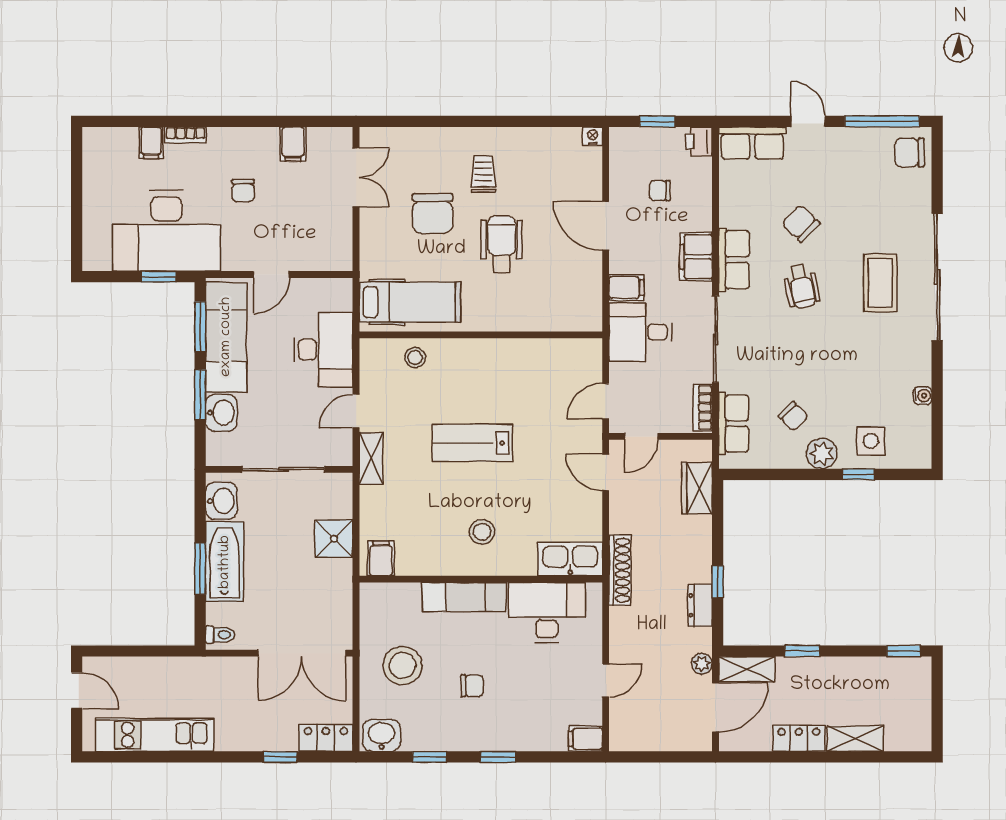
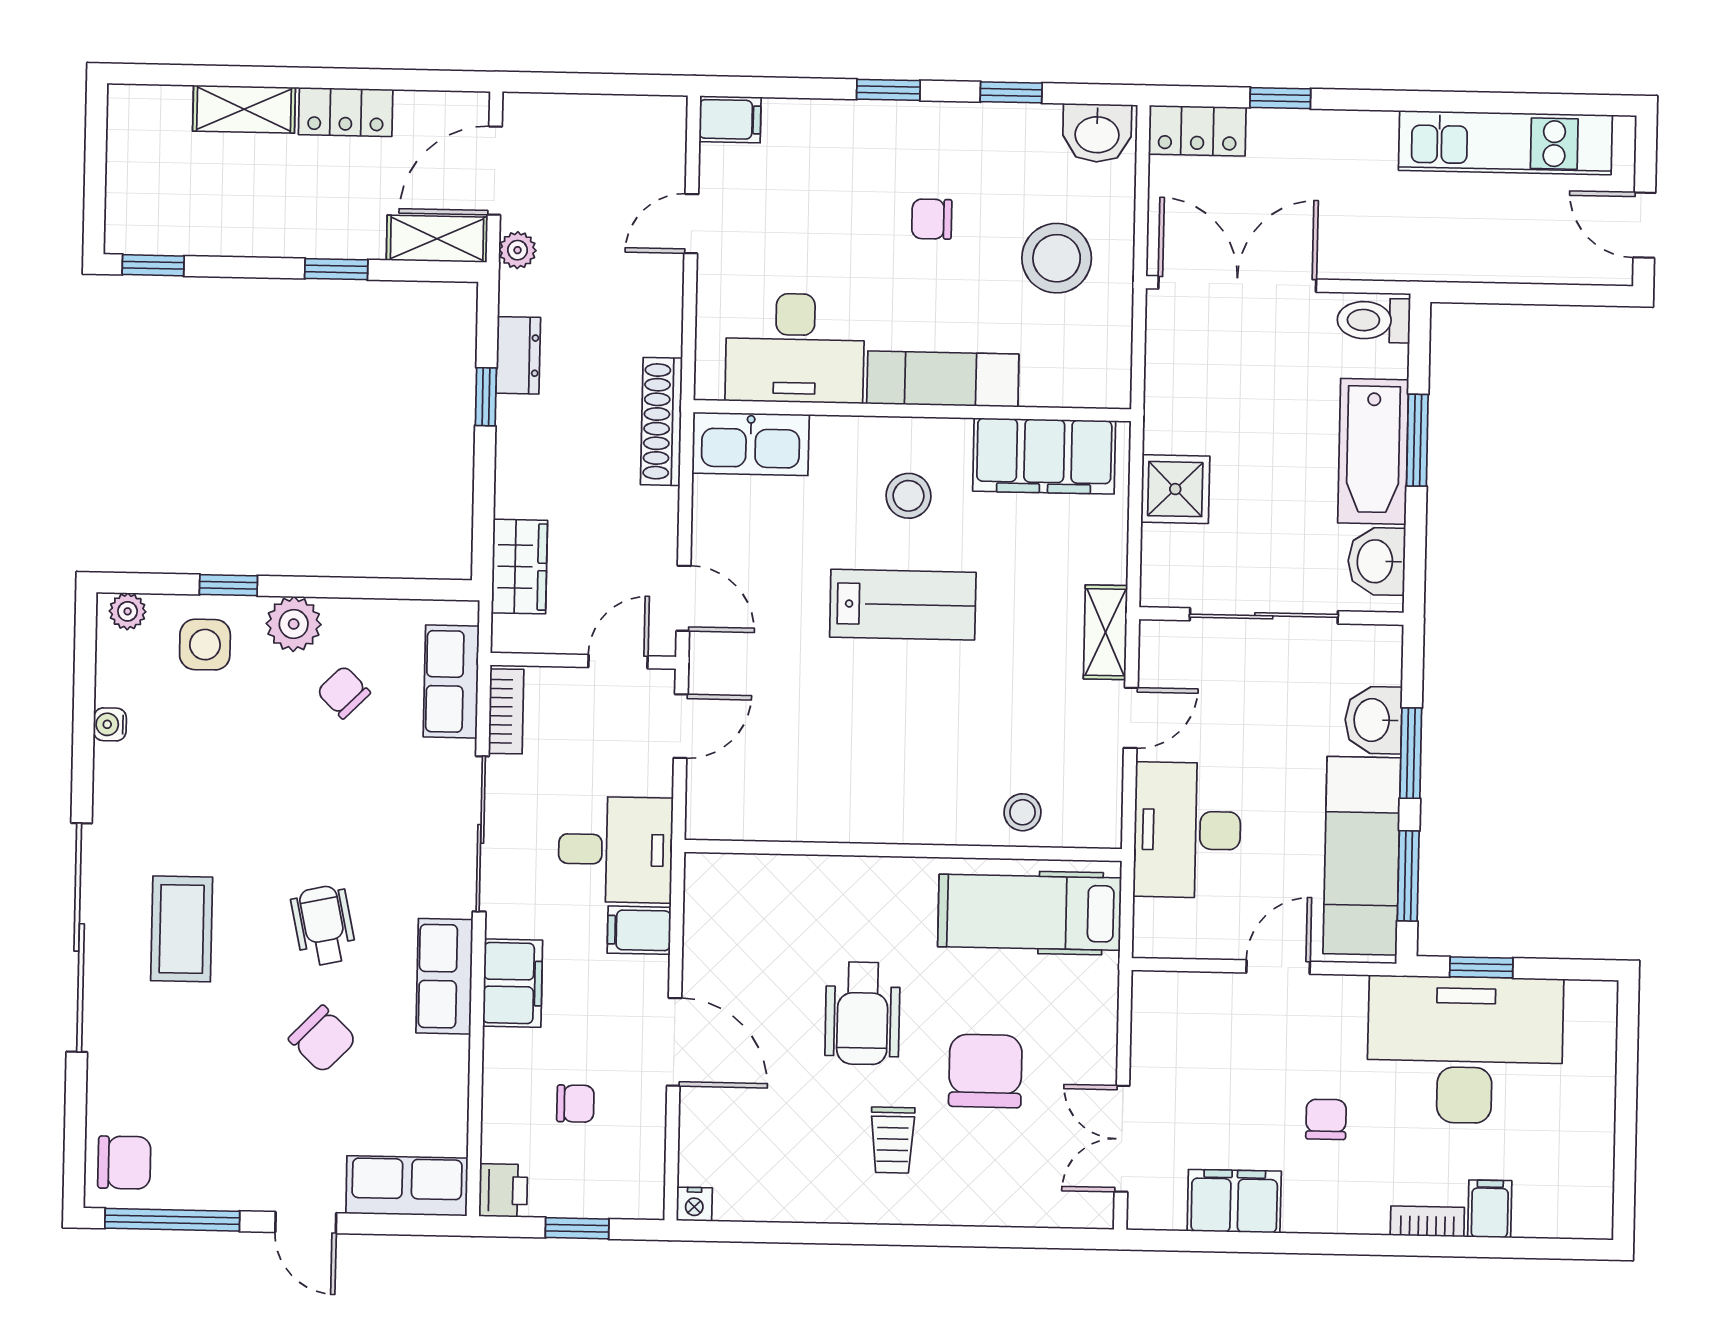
filing cabinet: (293, 144) -> (1234, 1201), width x2.00
lab bench: (472, 443) -> (903, 605), moved
plant: (914, 459) -> (128, 611), added
filing cabinet: (381, 558) -> (1044, 456), width x3.00, depth x1.17
toilet: (220, 635) -> (1374, 320), width x1.37, depth x1.39

